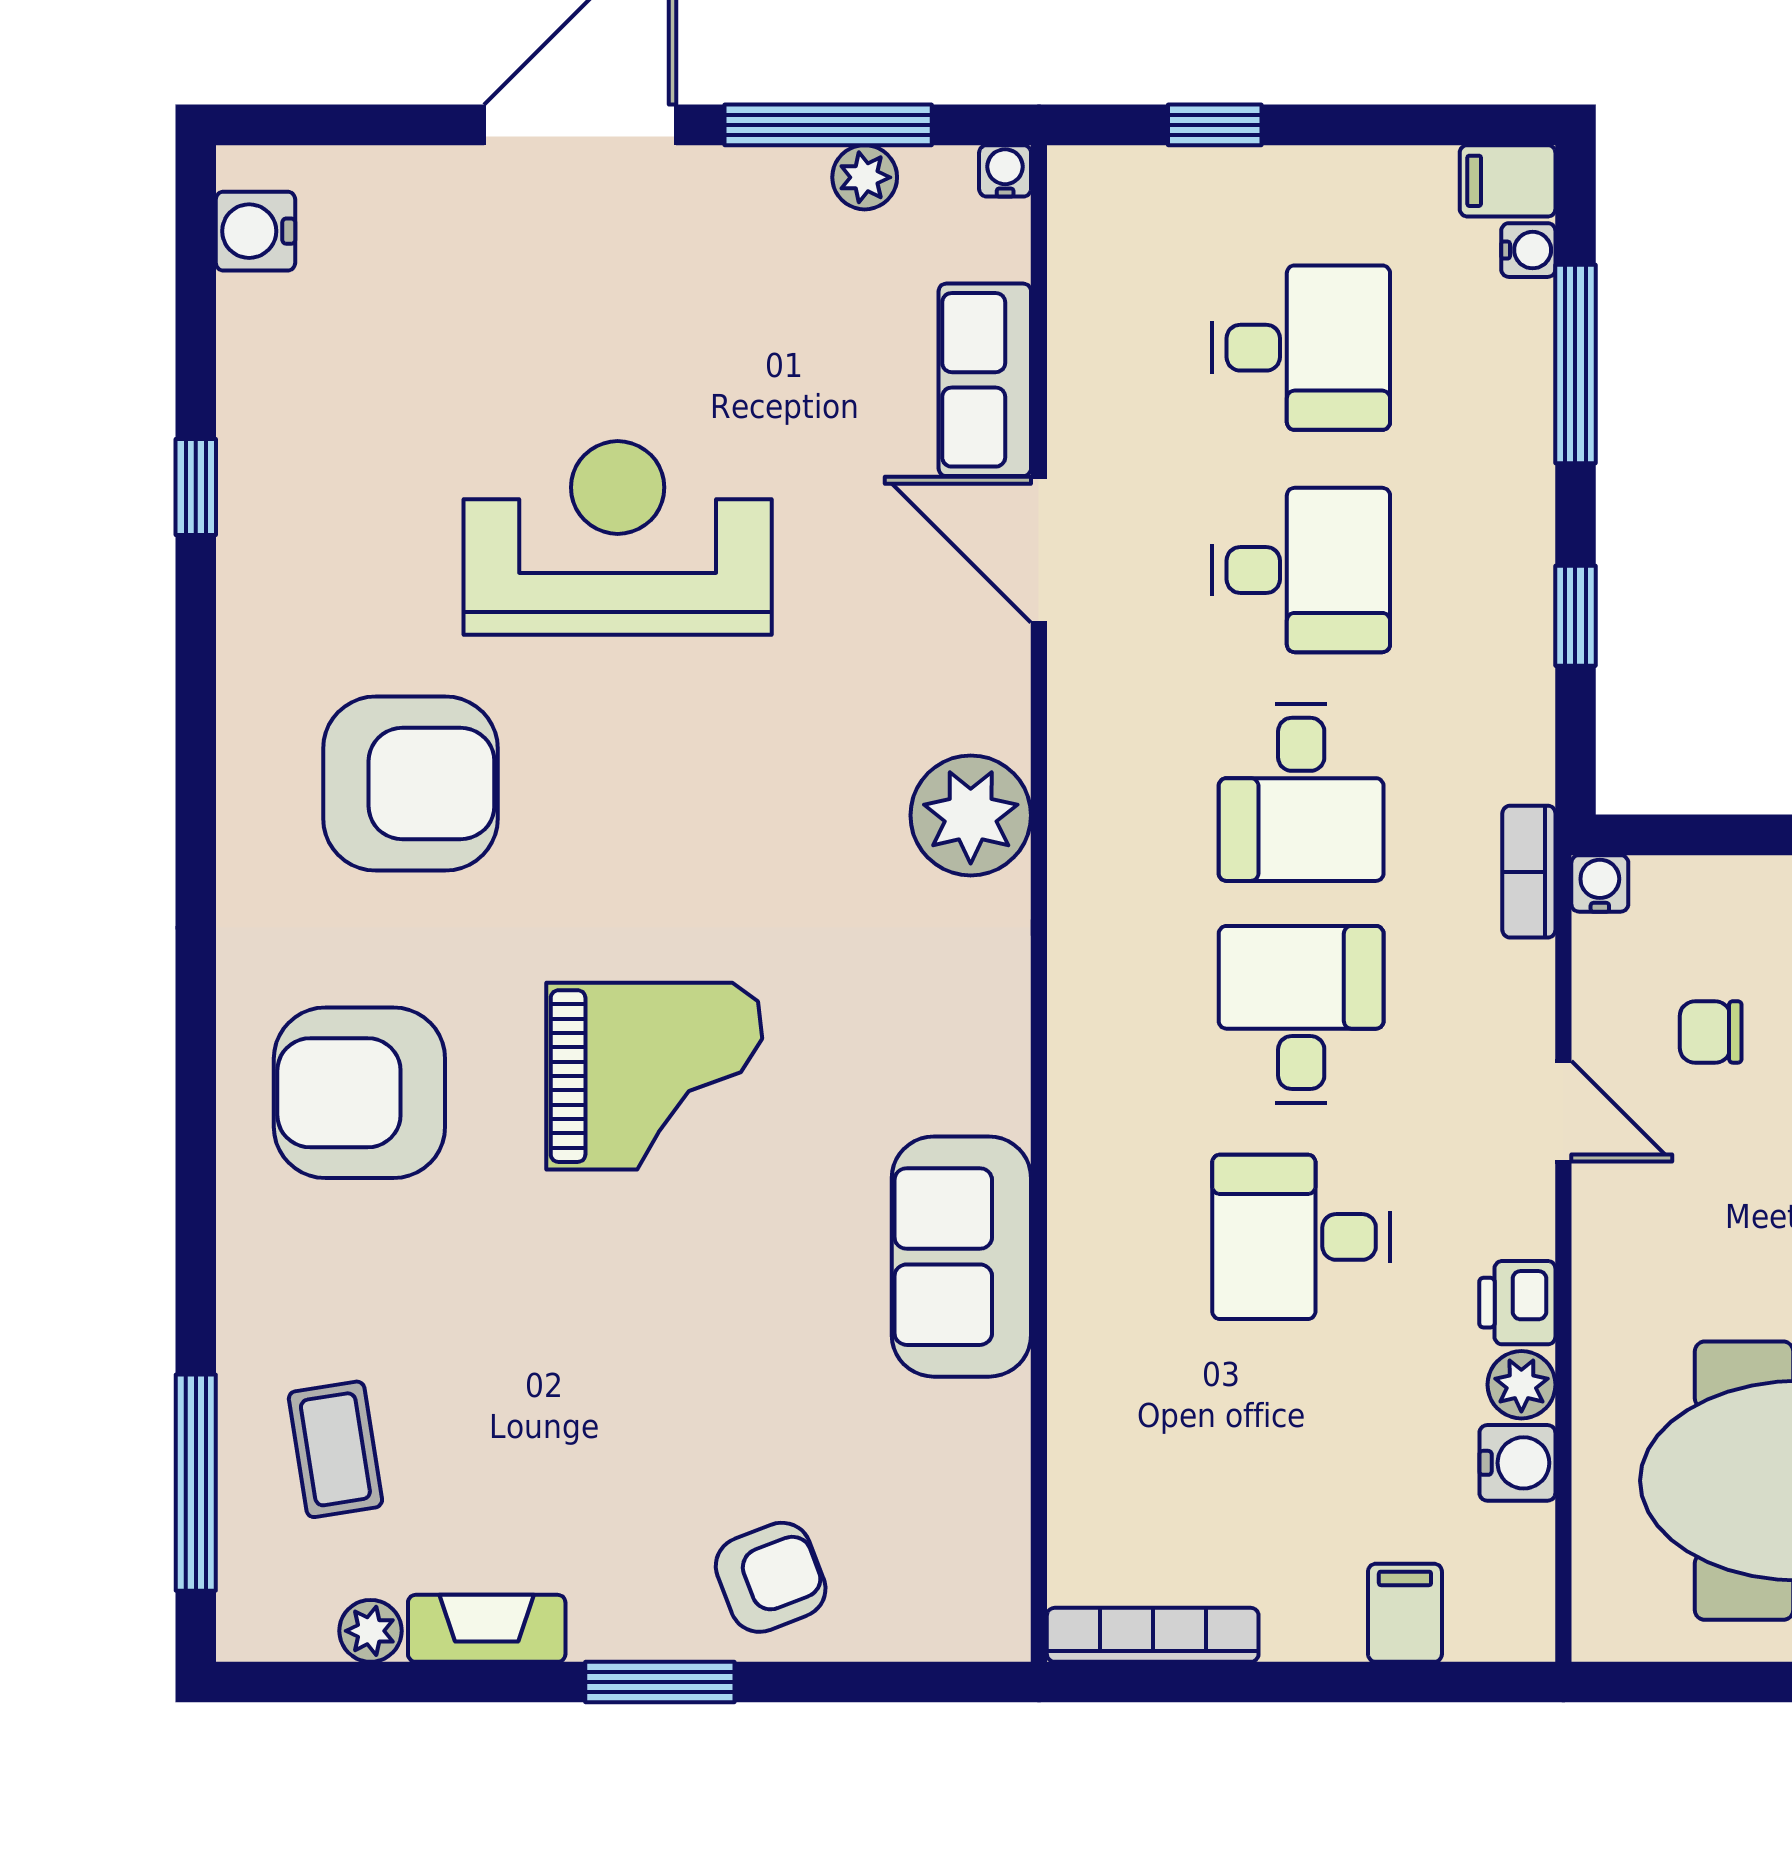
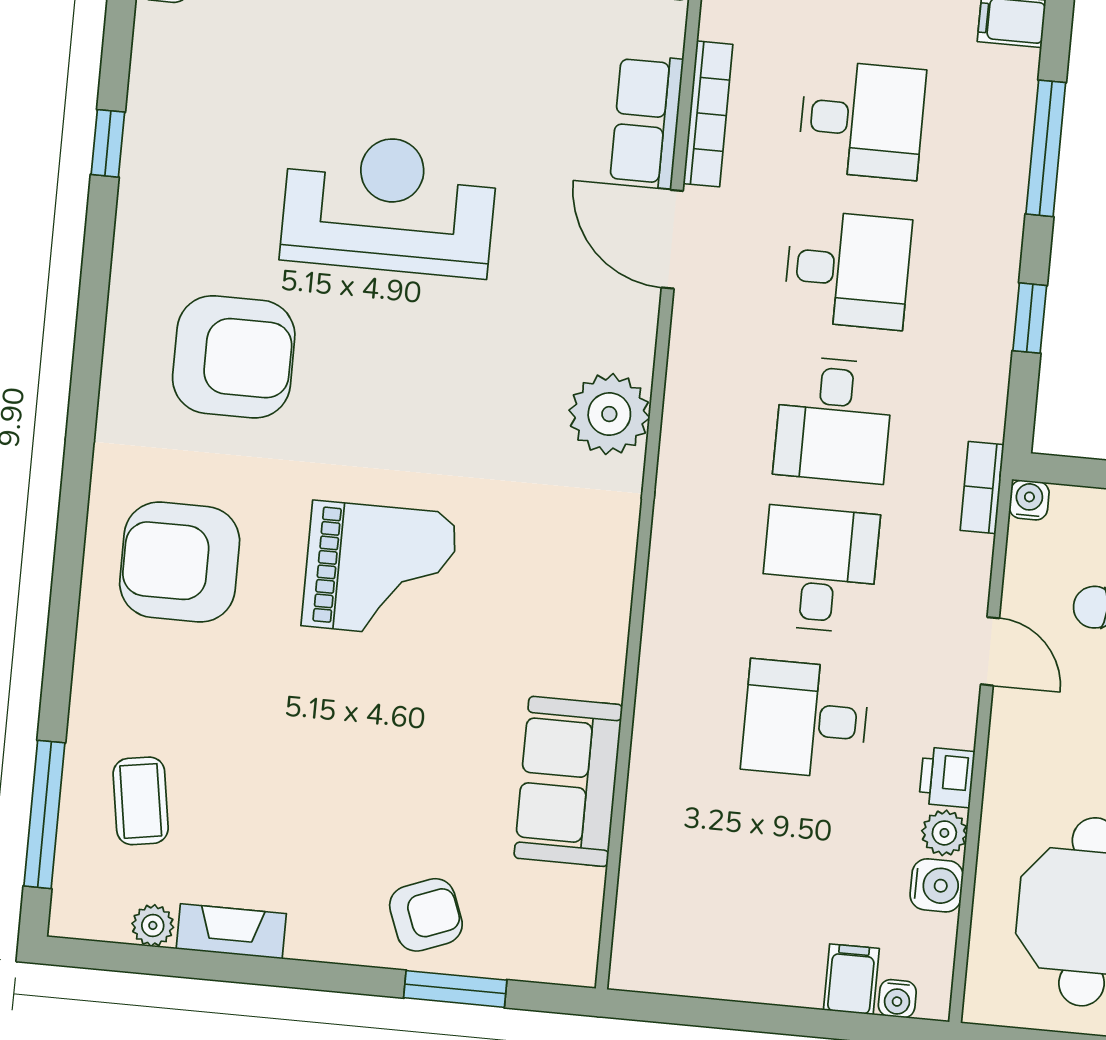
water cooler: (1528, 250) -> (897, 999), moved, turned 90
sofa: (961, 1257) -> (568, 781), moved
bookcase: (1153, 1635) -> (708, 114), moved, turned 90
window: (660, 1682) -> (455, 989), moved

